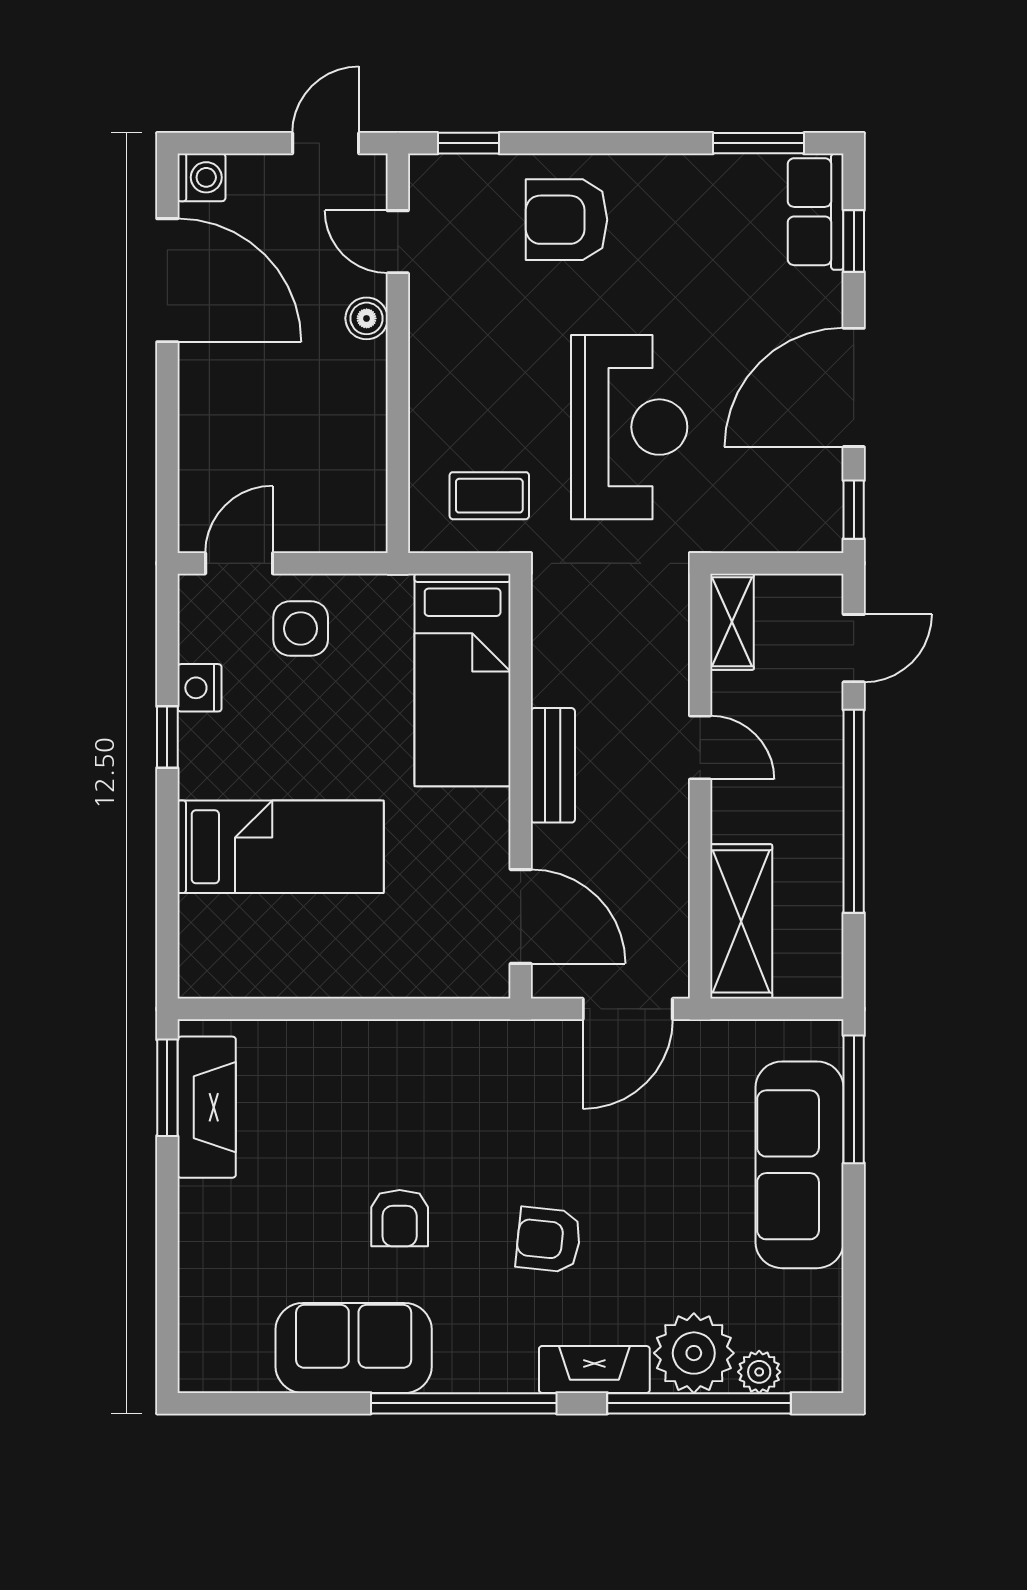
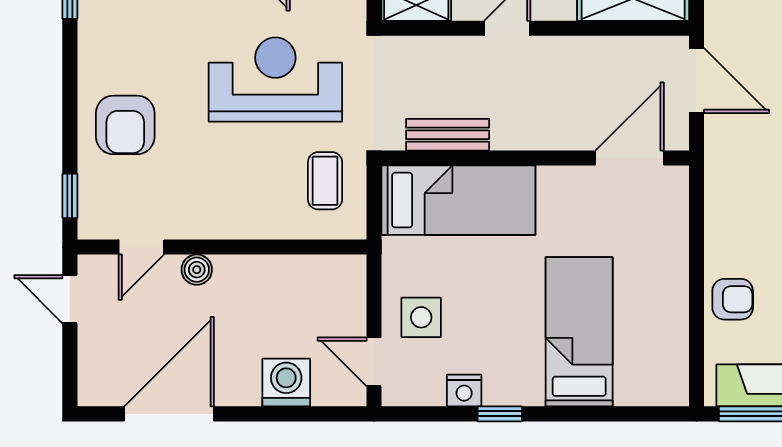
washing machine: (201, 177) -> (286, 383), moved, width x1.38, depth x1.38
bench: (553, 765) -> (448, 135), moved
armchair: (326, 1059) -> (733, 299), added

